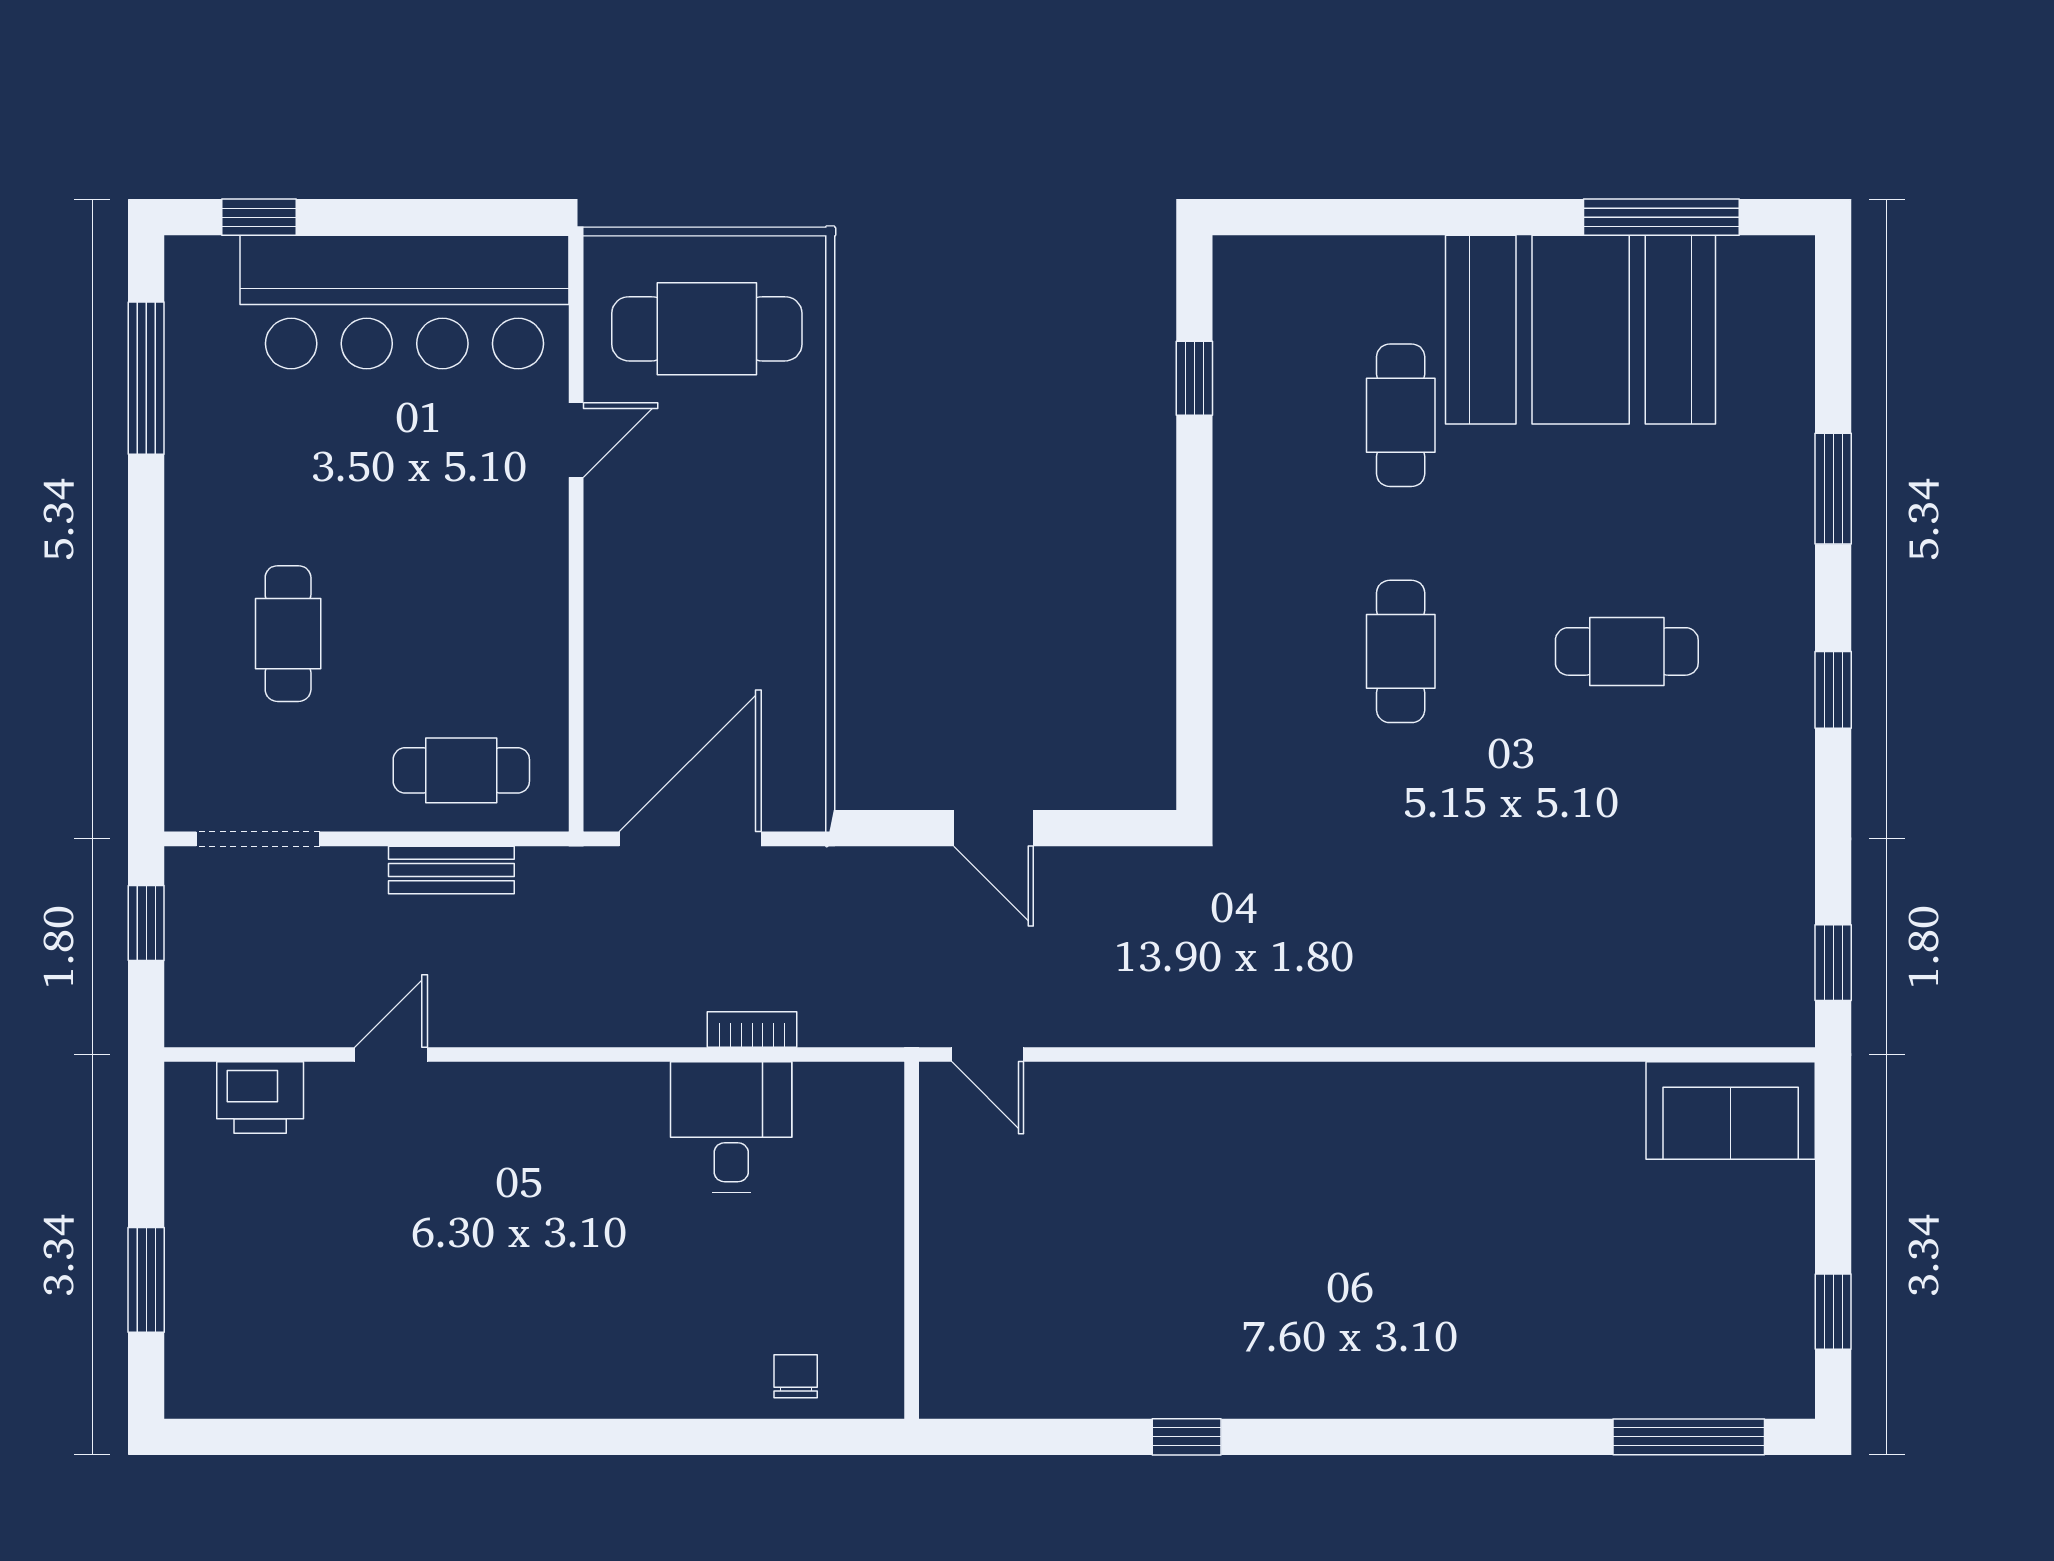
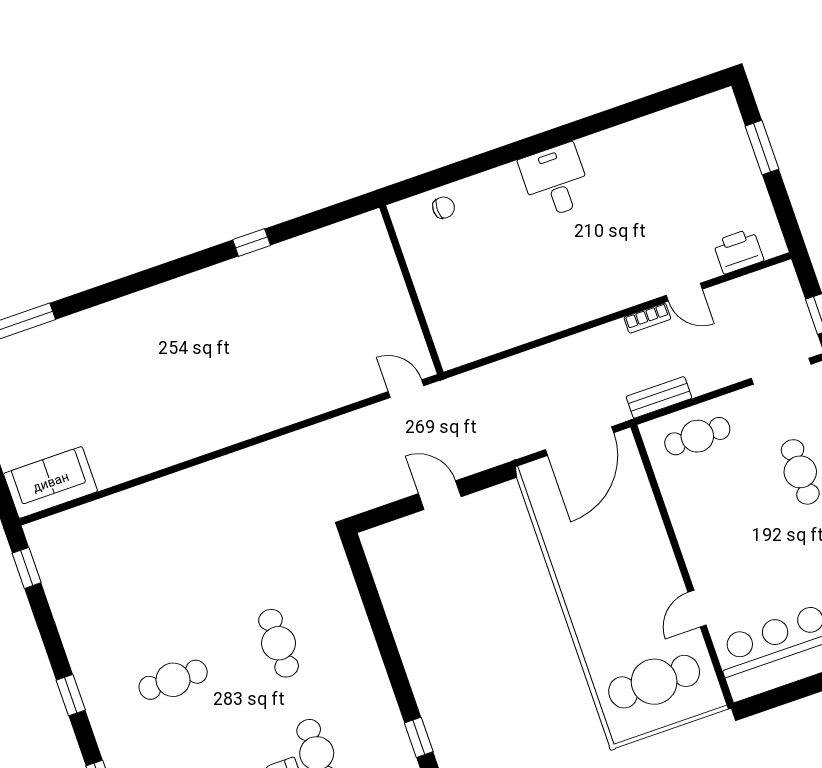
bench: (451, 870) -> (659, 397), moved
bookcase: (752, 1029) -> (647, 318), moved
door: (391, 1055) -> (684, 292), hinge flipped
desk: (731, 1127) -> (555, 181), moved, turned 180
chair: (796, 1376) -> (444, 208), turned -90

